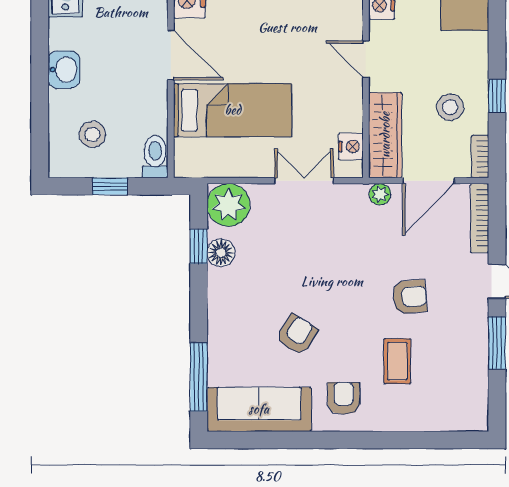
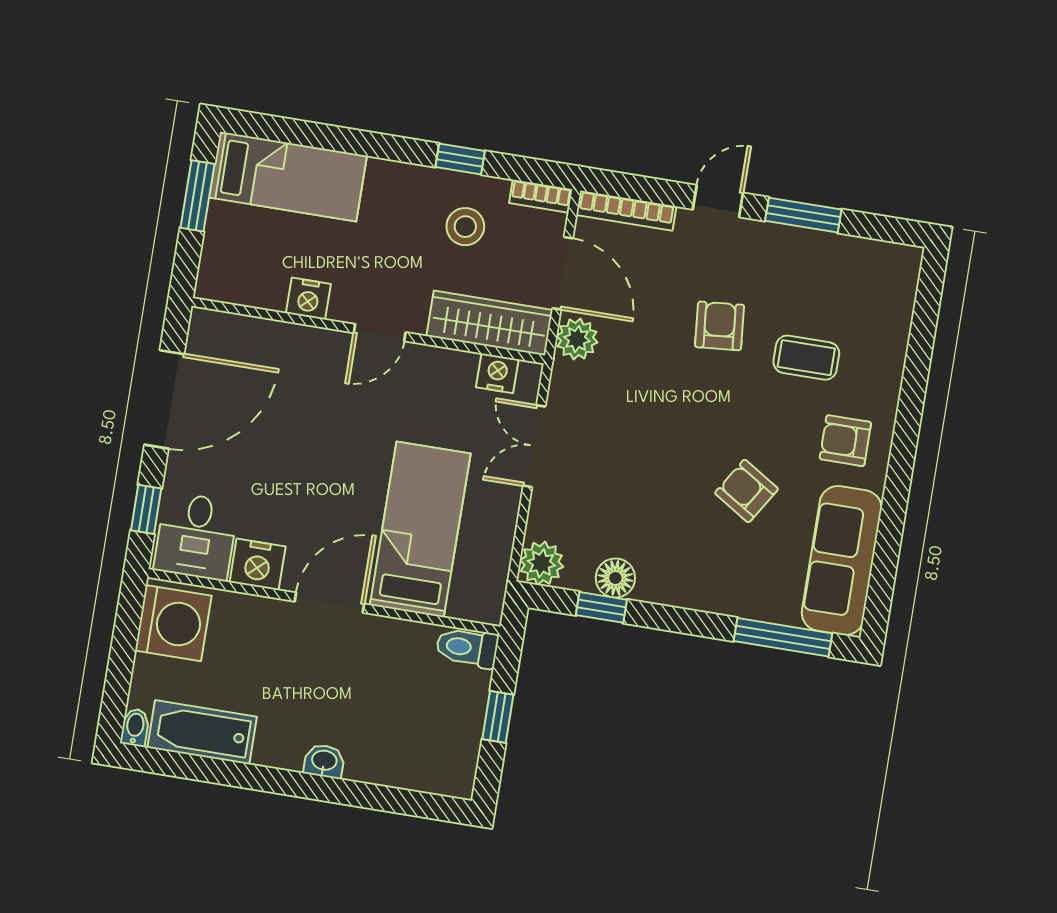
washbasin: (64, 70) -> (324, 761), width x0.72, depth x0.69
stool: (92, 134) -> (422, 730), removed
plant: (380, 194) -> (577, 339), width x1.38, depth x1.38
plant: (229, 205) -> (541, 563), width x0.73, depth x0.73

